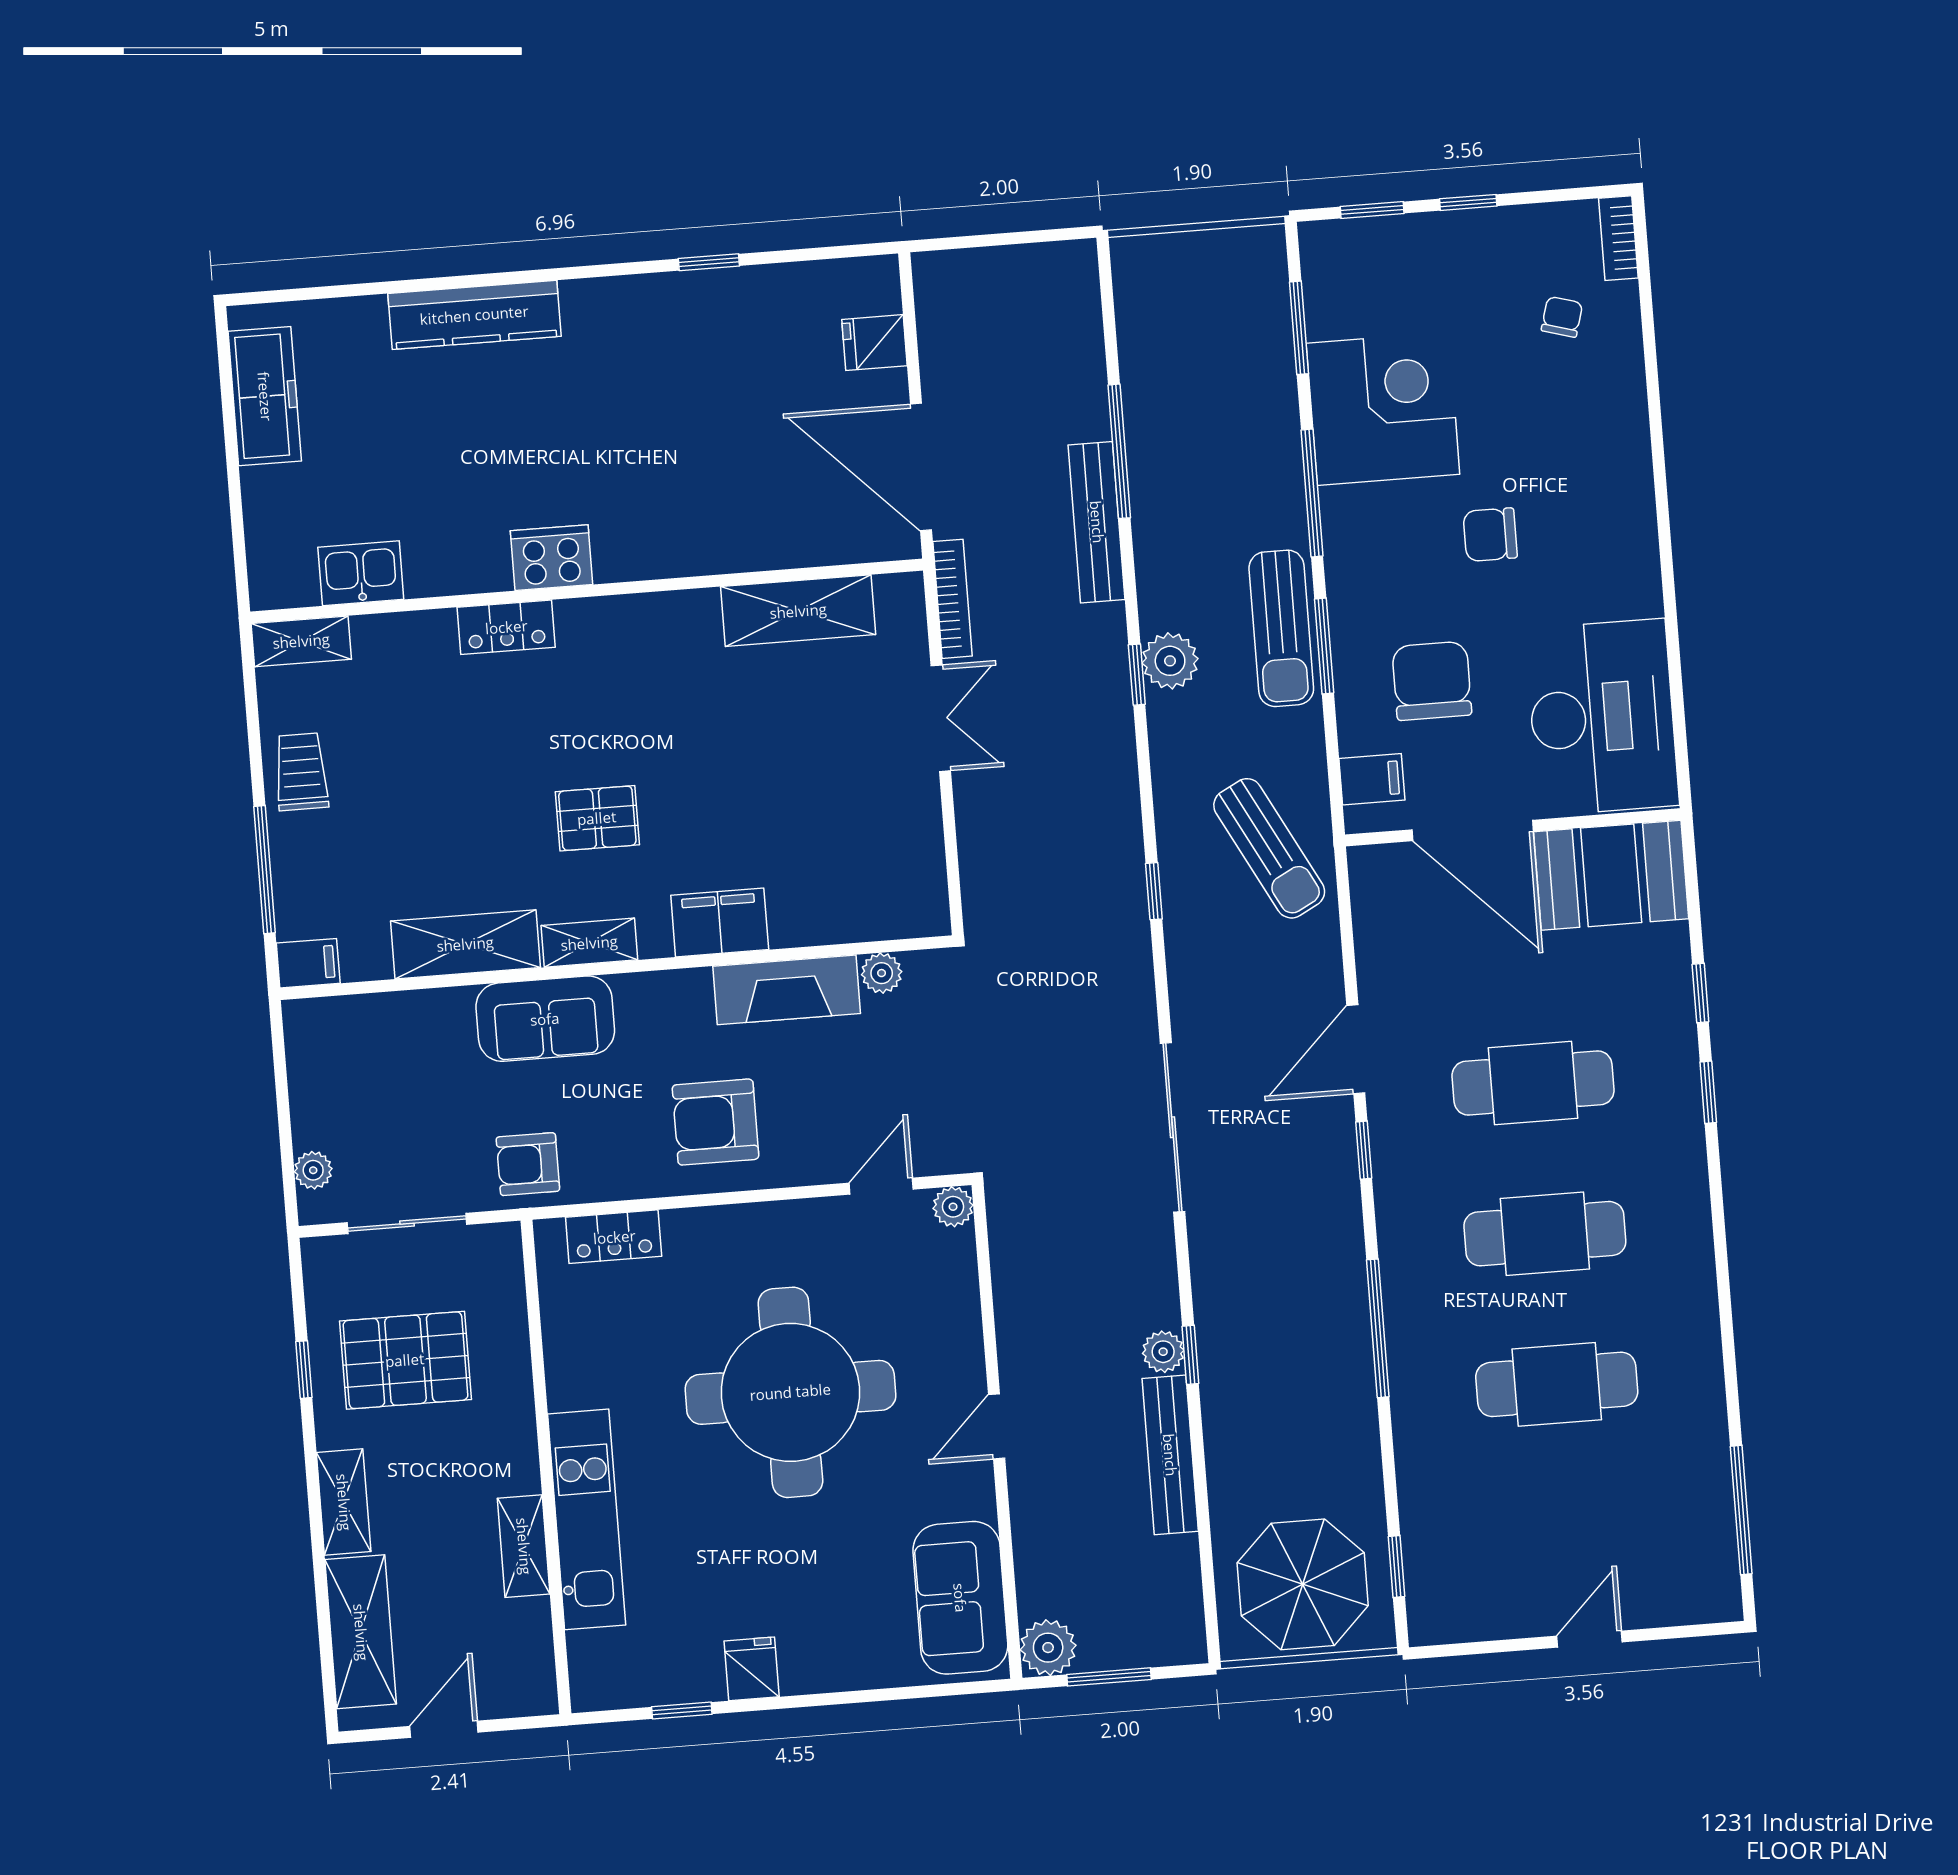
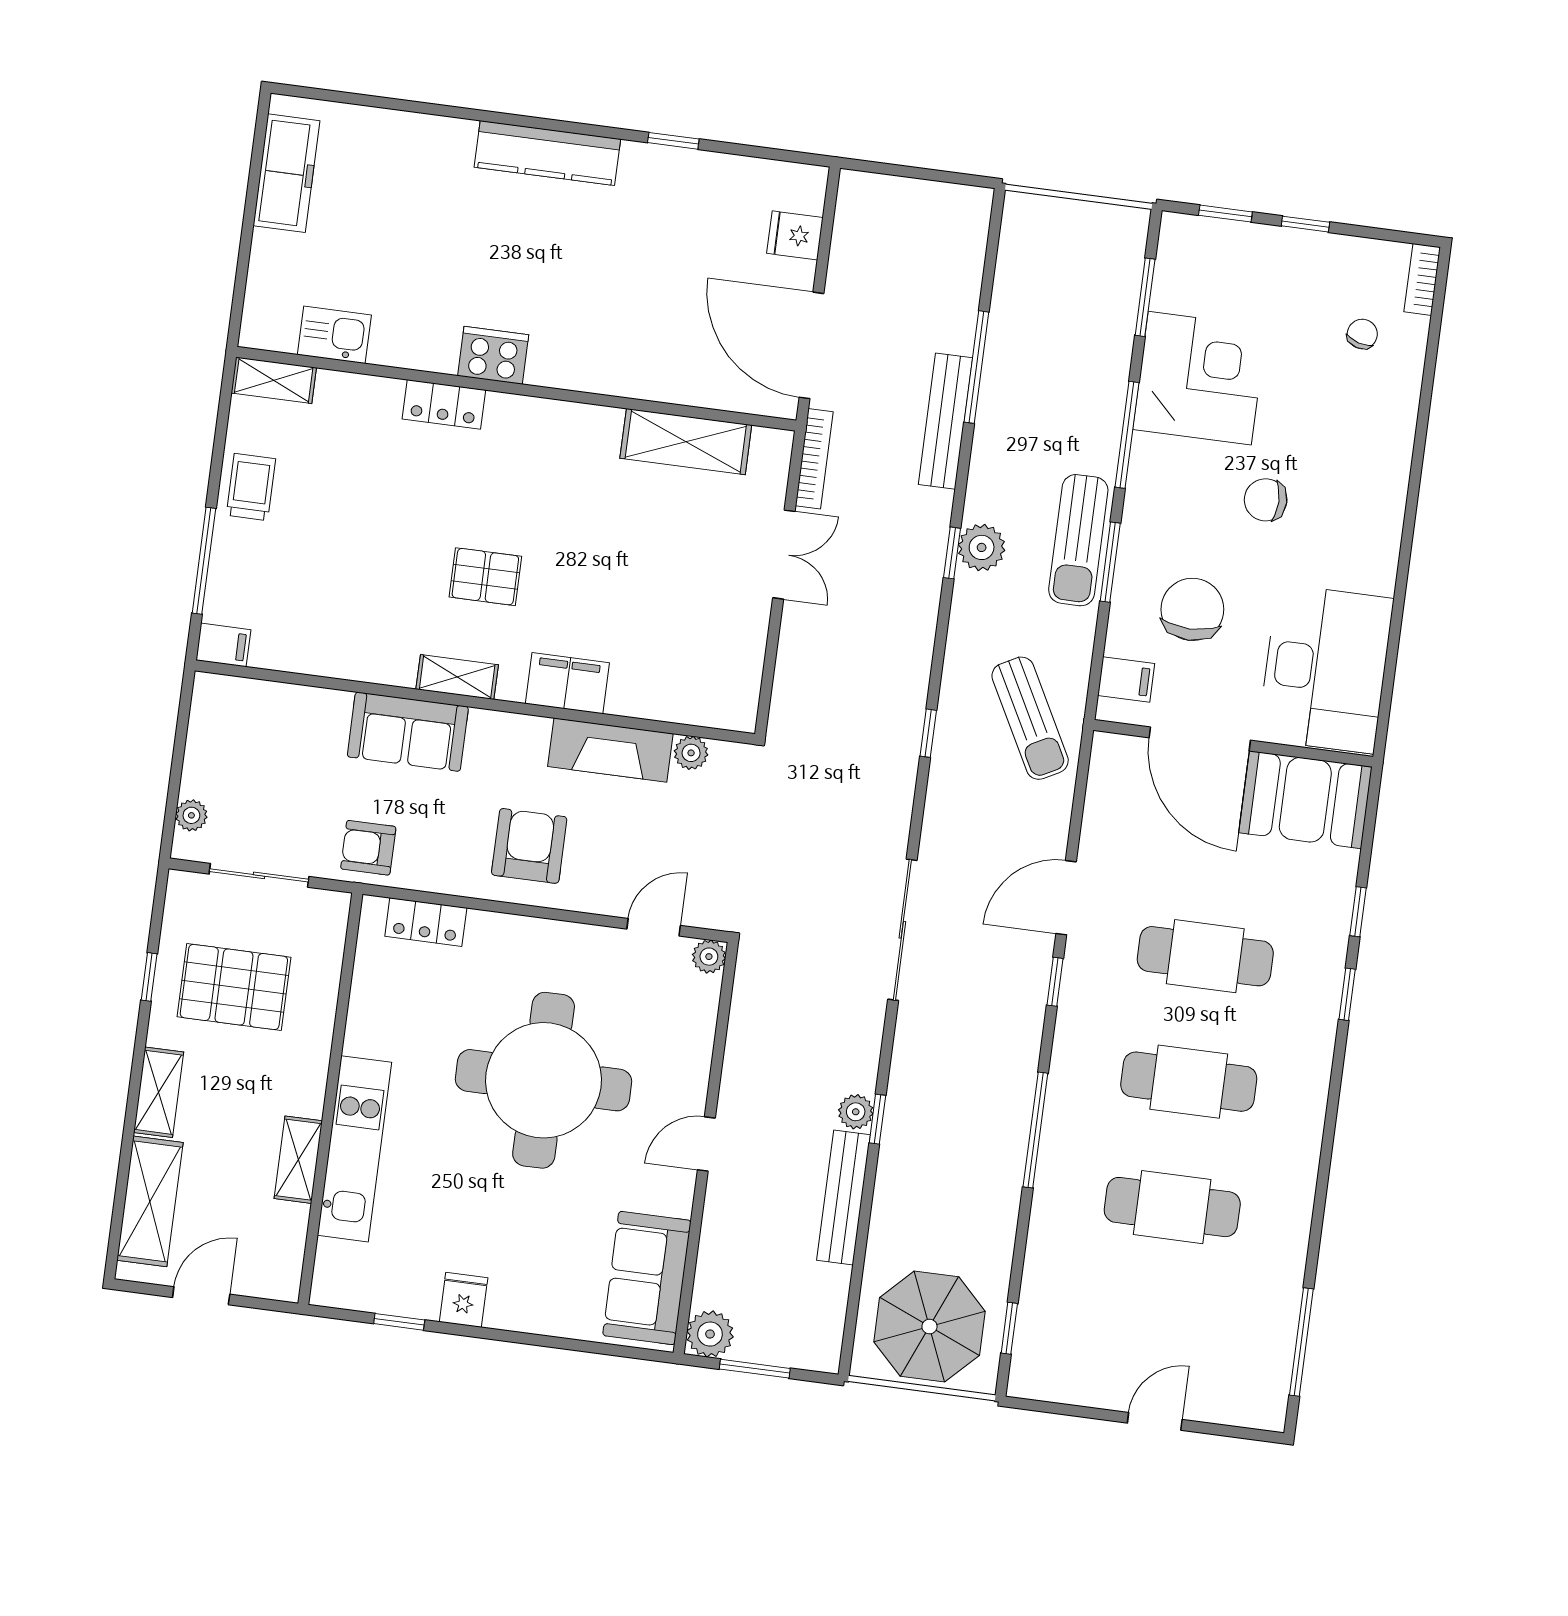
kitchen counter: (474, 315) -> (547, 153), moved
shelving: (465, 944) -> (355, 657), removed
armchair: (716, 1122) -> (529, 846), turned 90

